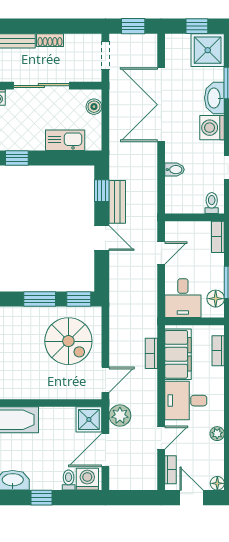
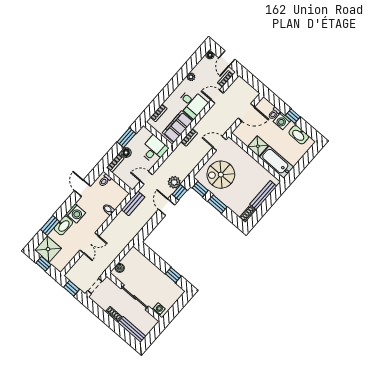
double door: (161, 105) -> (89, 243), width x0.54
kitchen sink: (65, 140) -> (145, 264), removed
window: (102, 191) -> (180, 192), moved
bench: (117, 202) -> (133, 203), moved
floor lamp: (216, 299) -> (126, 153), moved
spiral stairs: (68, 341) -> (221, 175), turned -90
plant: (120, 416) -> (174, 182), moved
shower: (89, 419) -> (258, 146), moved
washing machine: (87, 479) -> (282, 121), moved

